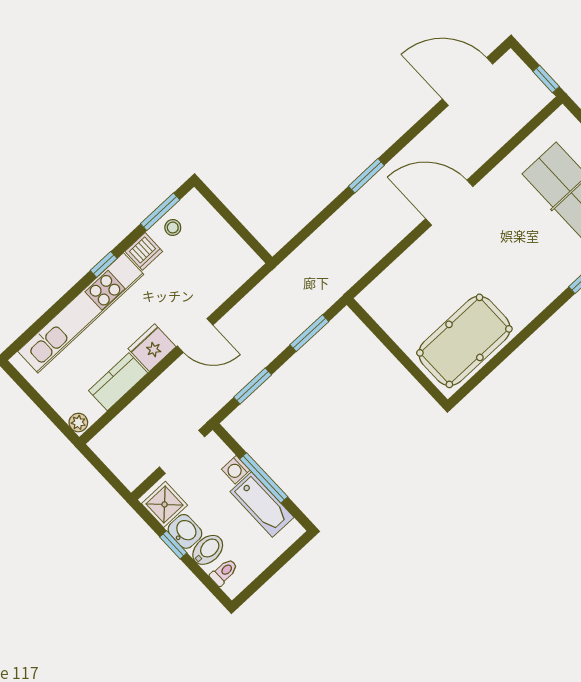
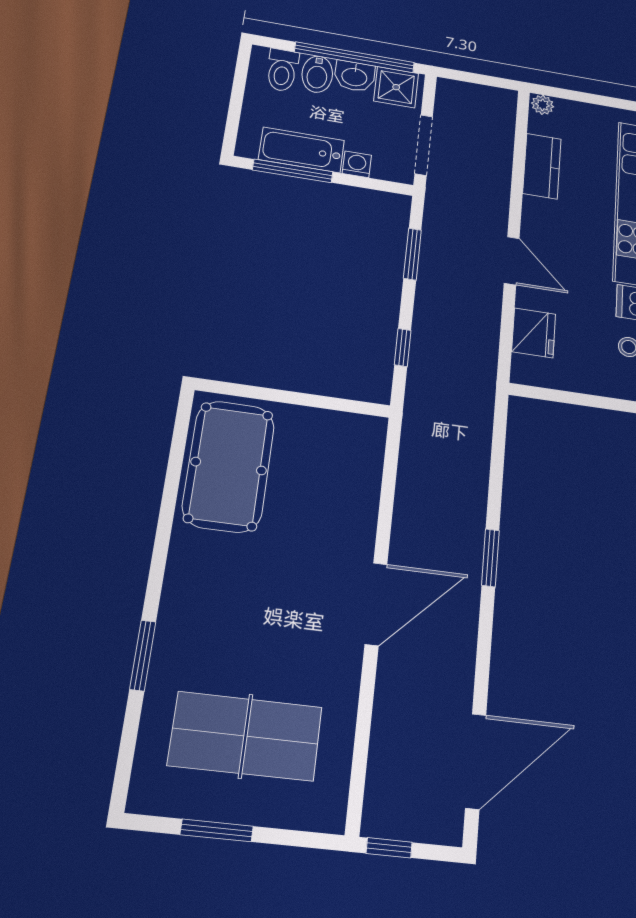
window: (309, 333) -> (403, 348), width x0.67
door: (195, 335) -> (512, 261), swing flipped
fridge: (152, 348) -> (534, 333), moved
window: (264, 478) -> (293, 171), moved
window: (173, 545) -> (355, 57), width x3.17
toilet: (224, 572) -> (282, 70), width x1.37, depth x1.39

